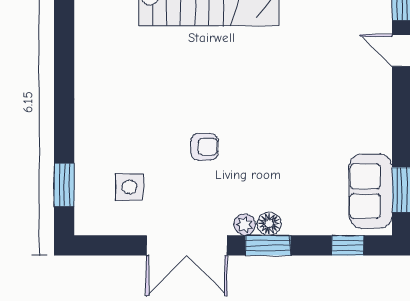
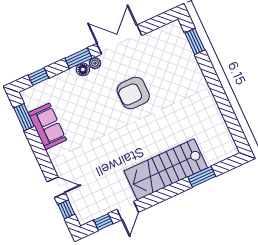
armchair: (204, 147) -> (133, 93), width x1.88, depth x1.88
side table: (129, 187) -> (162, 56), removed
sofa: (371, 191) -> (47, 126), moved

